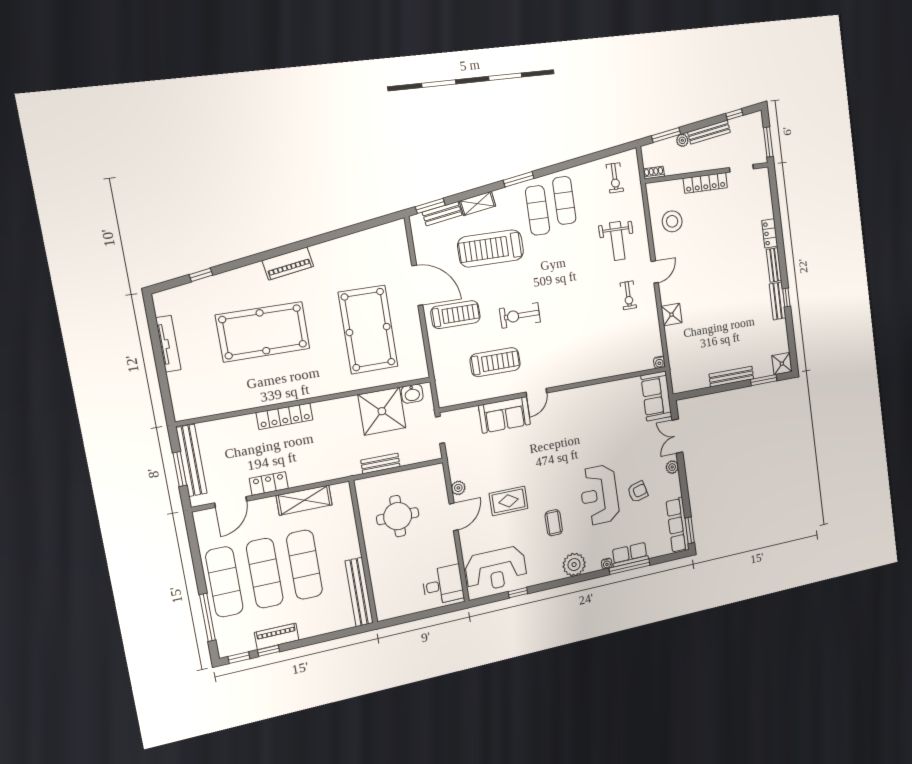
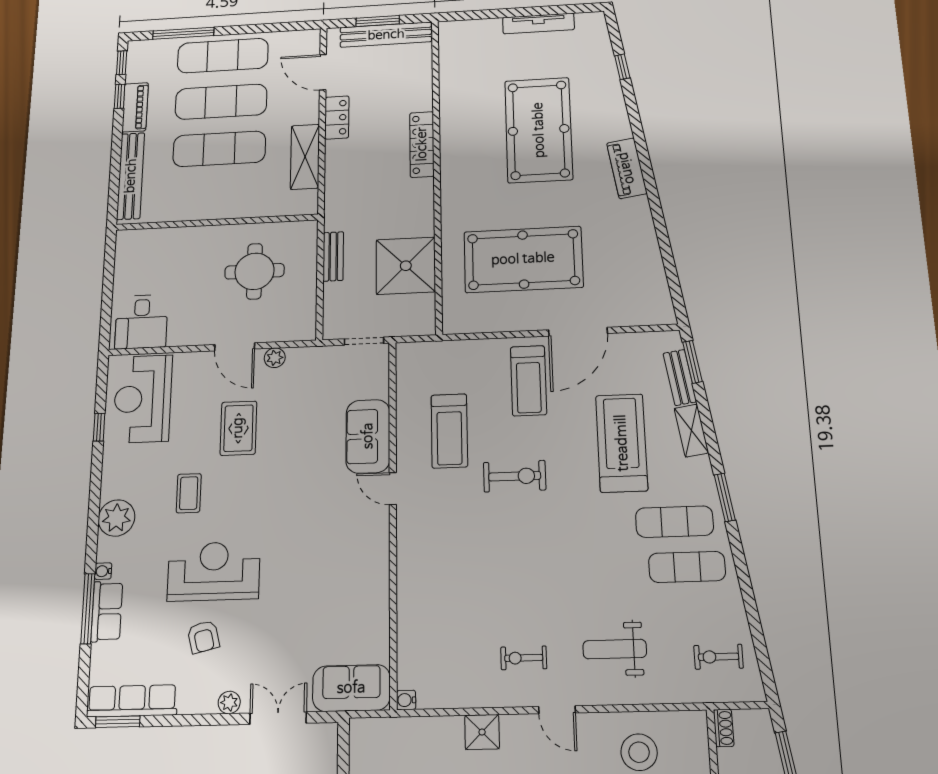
exercise bike: (520, 315) -> (515, 476), turned 90
washbasin: (412, 394) -> (423, 308), removed
coffee table: (554, 523) -> (189, 493), turned 90
bench: (359, 592) -> (131, 176), moved, turned 90

